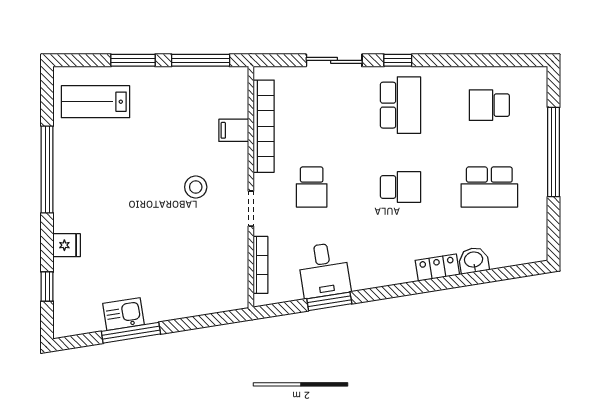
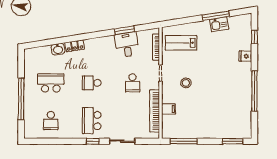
window: (133, 60) -> (233, 141), moved
lab bench: (96, 102) -> (181, 43), moved, turned 180
school desk: (489, 105) -> (51, 121), turned 90
school desk: (312, 187) -> (133, 83), turned 180

